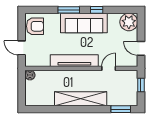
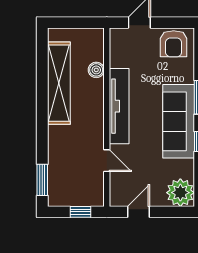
boiler: (30, 75) -> (96, 70), moved
shelving: (81, 99) -> (59, 83), moved

